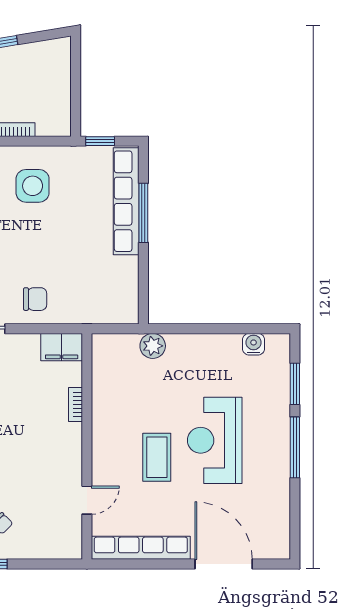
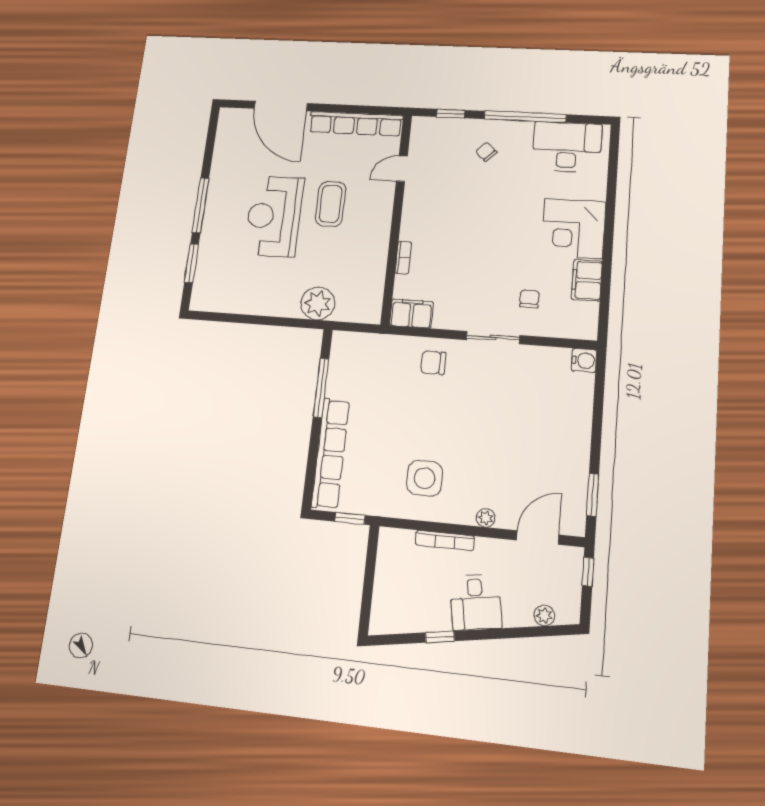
window: (143, 213) -> (321, 388), moved
water cooler: (254, 344) -> (225, 303), removed
plant: (153, 346) -> (318, 303), width x1.36, depth x1.36
reception desk: (215, 440) -> (274, 216), turned 180
window: (42, 564) -> (451, 113), added

